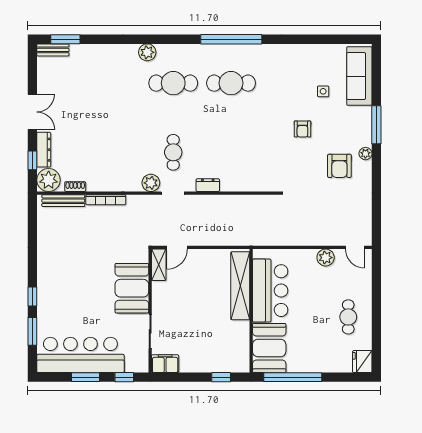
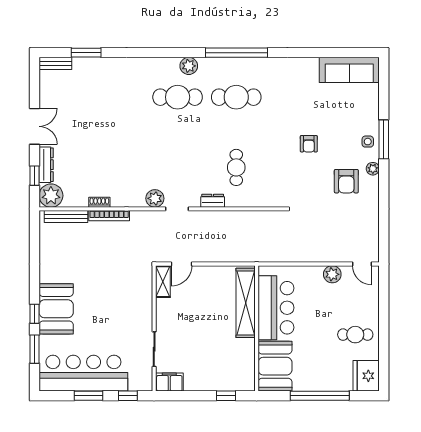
window: (65, 39) -> (86, 53), moved
plant: (147, 52) -> (189, 66), moved
sofa: (359, 76) -> (349, 70), moved, turned -90
side table: (323, 91) -> (368, 142), moved
cafe table: (173, 152) -> (236, 167), moved
shoe rack: (75, 187) -> (99, 202), moved
booth: (132, 288) -> (56, 309), moved
cafe table: (348, 317) -> (355, 335), turned 90
fridge: (362, 362) -> (366, 376), width x1.36, depth x1.34
window: (293, 377) -> (320, 396), moved

